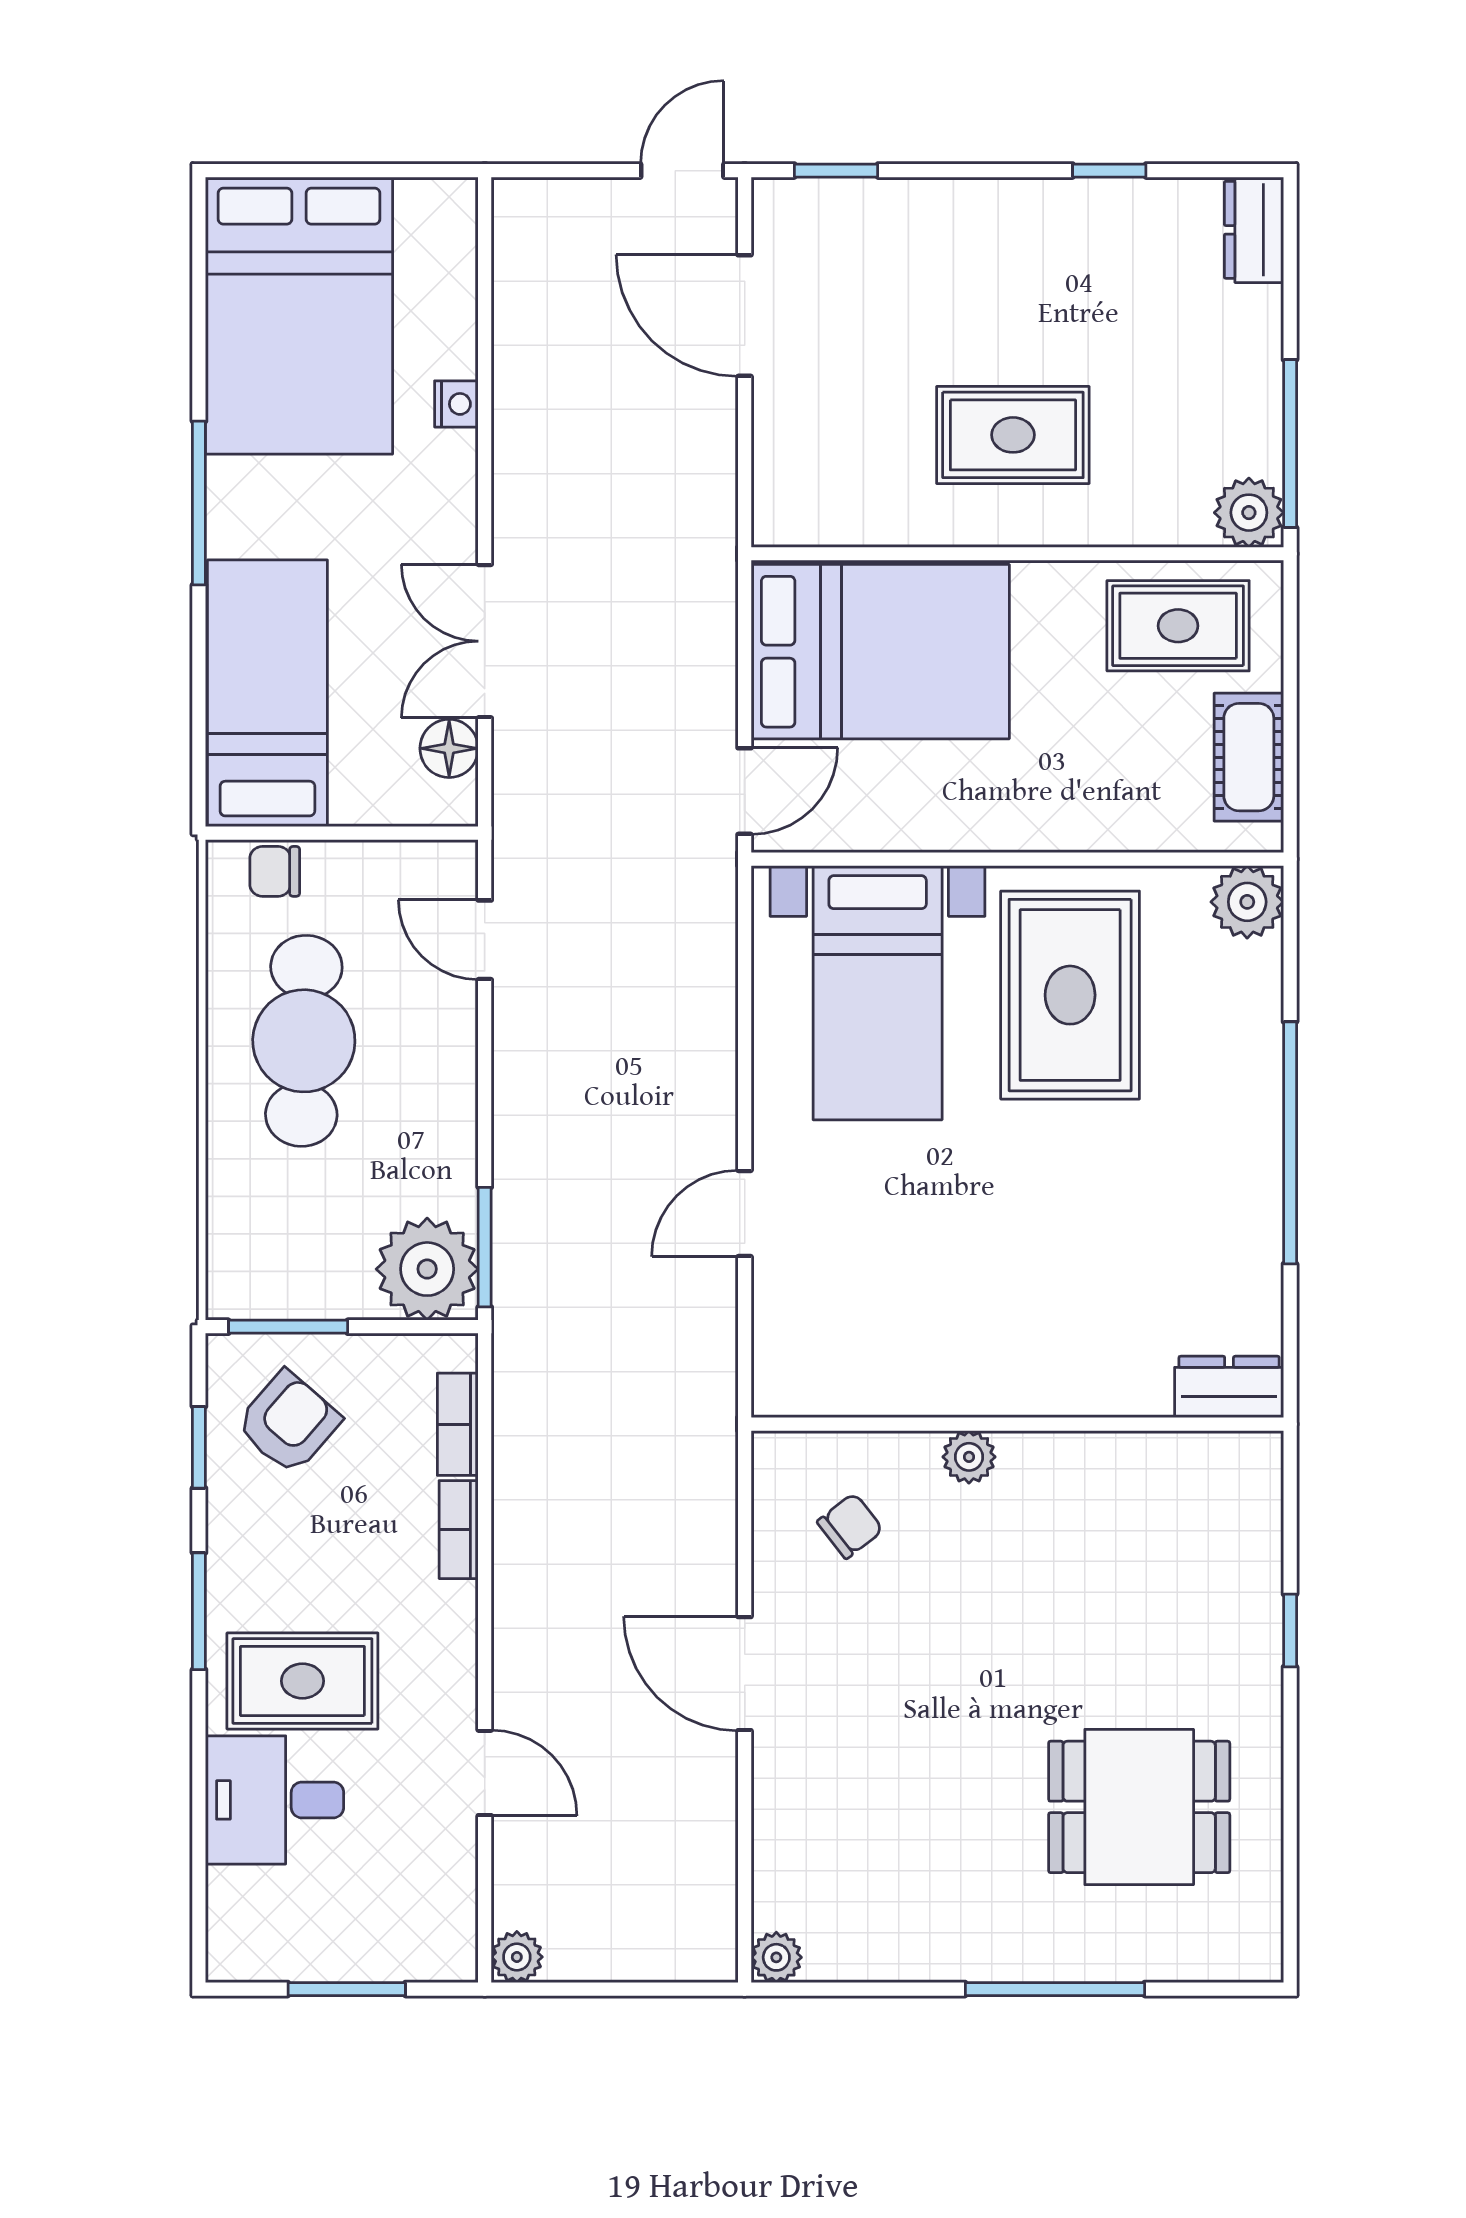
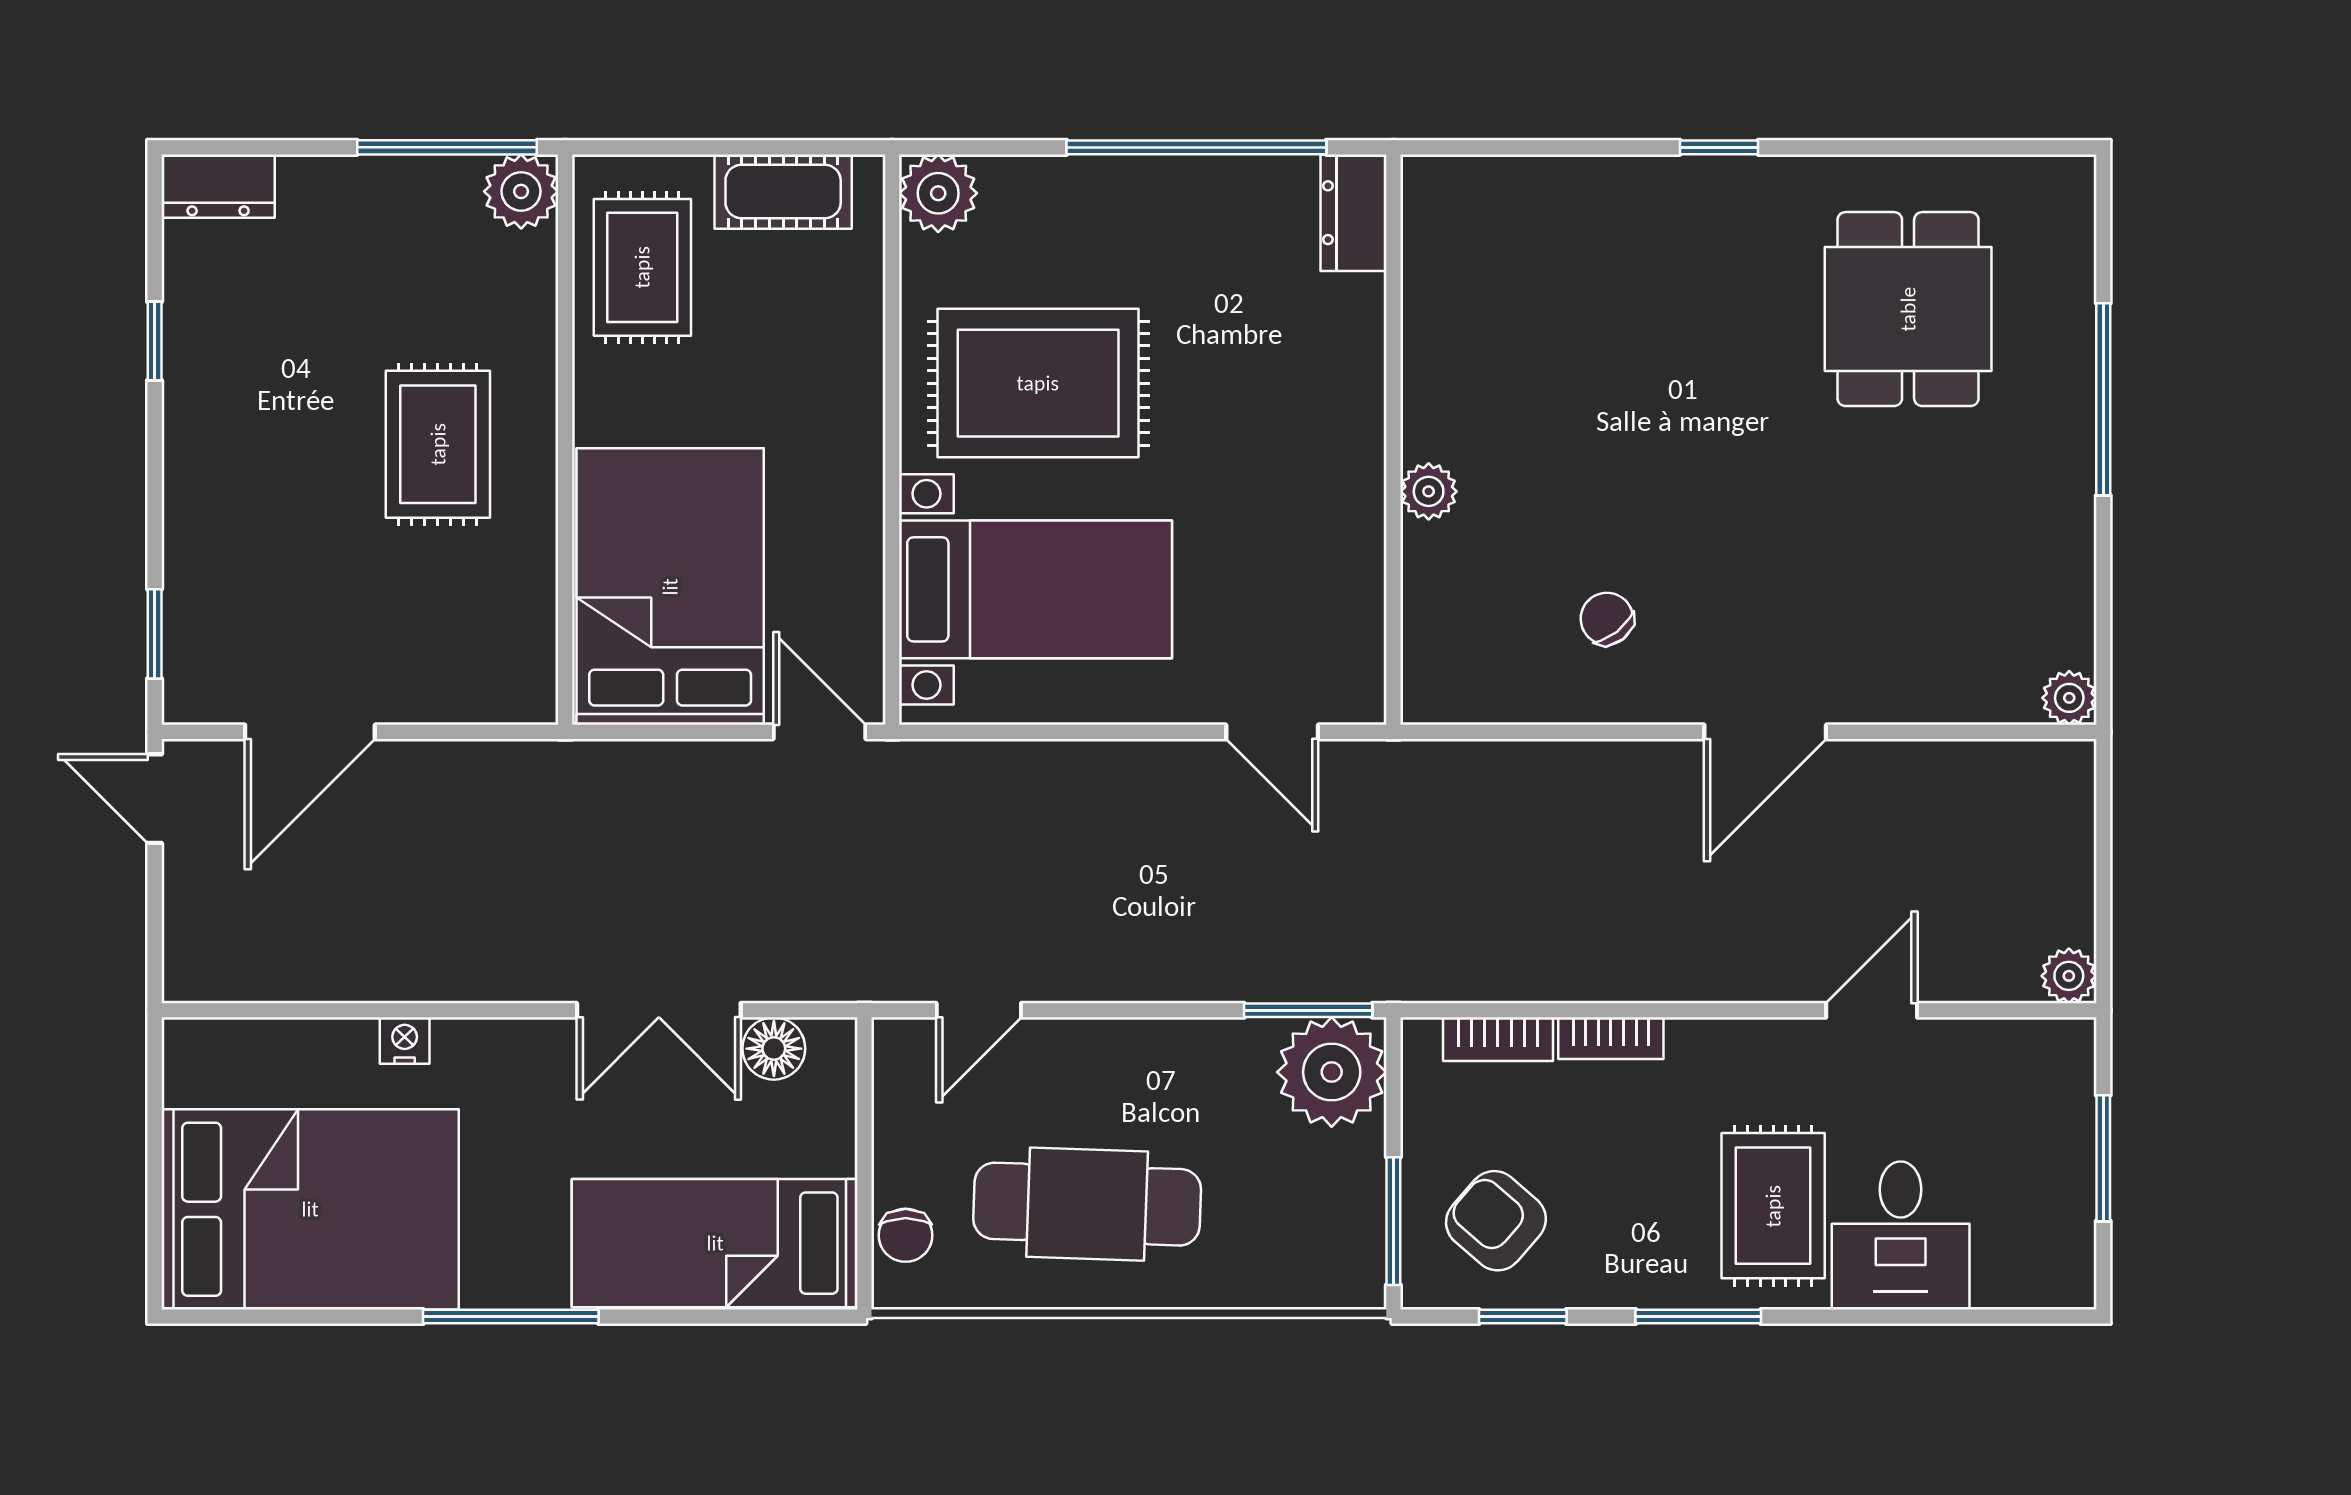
dresser: (1229, 1387) -> (1354, 213), moved
wall: (1017, 1424) -> (1393, 440), moved
plant: (969, 1457) -> (1429, 491), moved

